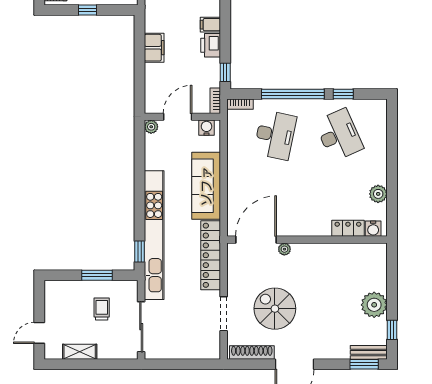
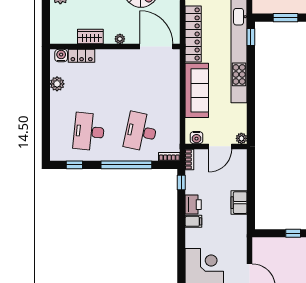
window: (343, 94) -> (74, 165), moved
desk: (339, 135) -> (89, 132), turned 30
door: (256, 240) -> (156, 47), swing flipped
plant: (284, 249) -> (120, 39), moved
wardrobe: (337, 252) -> (90, 37), added

